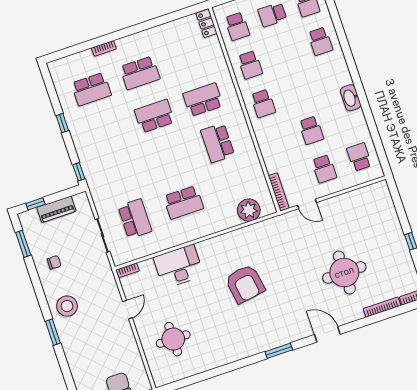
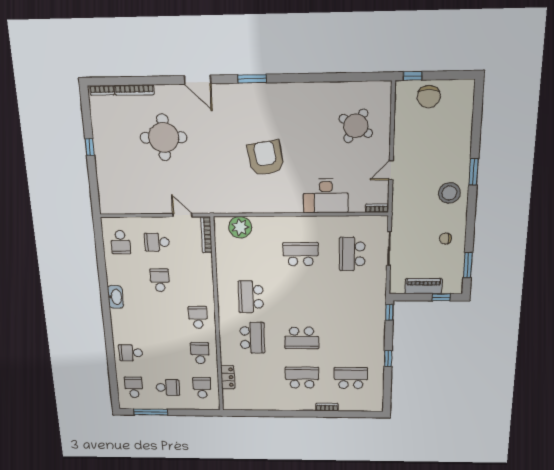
locker: (207, 23) -> (228, 377), moved
school desk: (320, 41) -> (131, 353), turned -90
school desk: (203, 100) -> (252, 338), turned -90
school desk: (218, 143) -> (251, 297), turned 180
school desk: (324, 169) -> (157, 242), turned -90
round table: (173, 339) -> (356, 126), turned 31

